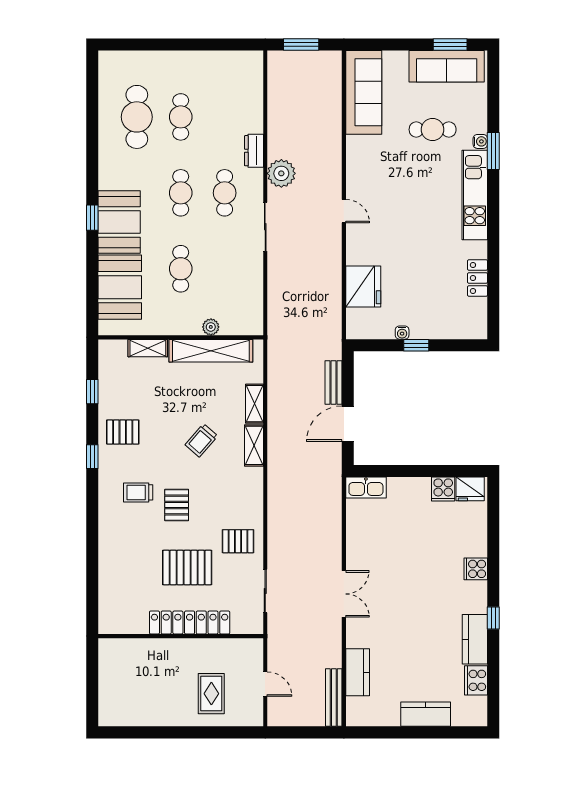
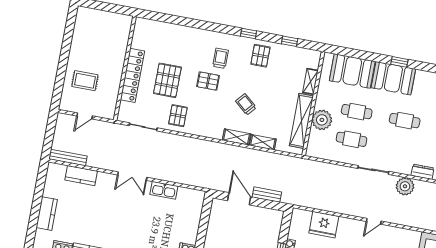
cafe table: (225, 193) -> (352, 139), moved
plant: (211, 327) -> (322, 120), width x1.88, depth x1.88
kitchen sink: (366, 487) -> (164, 190), moved, turned -90

